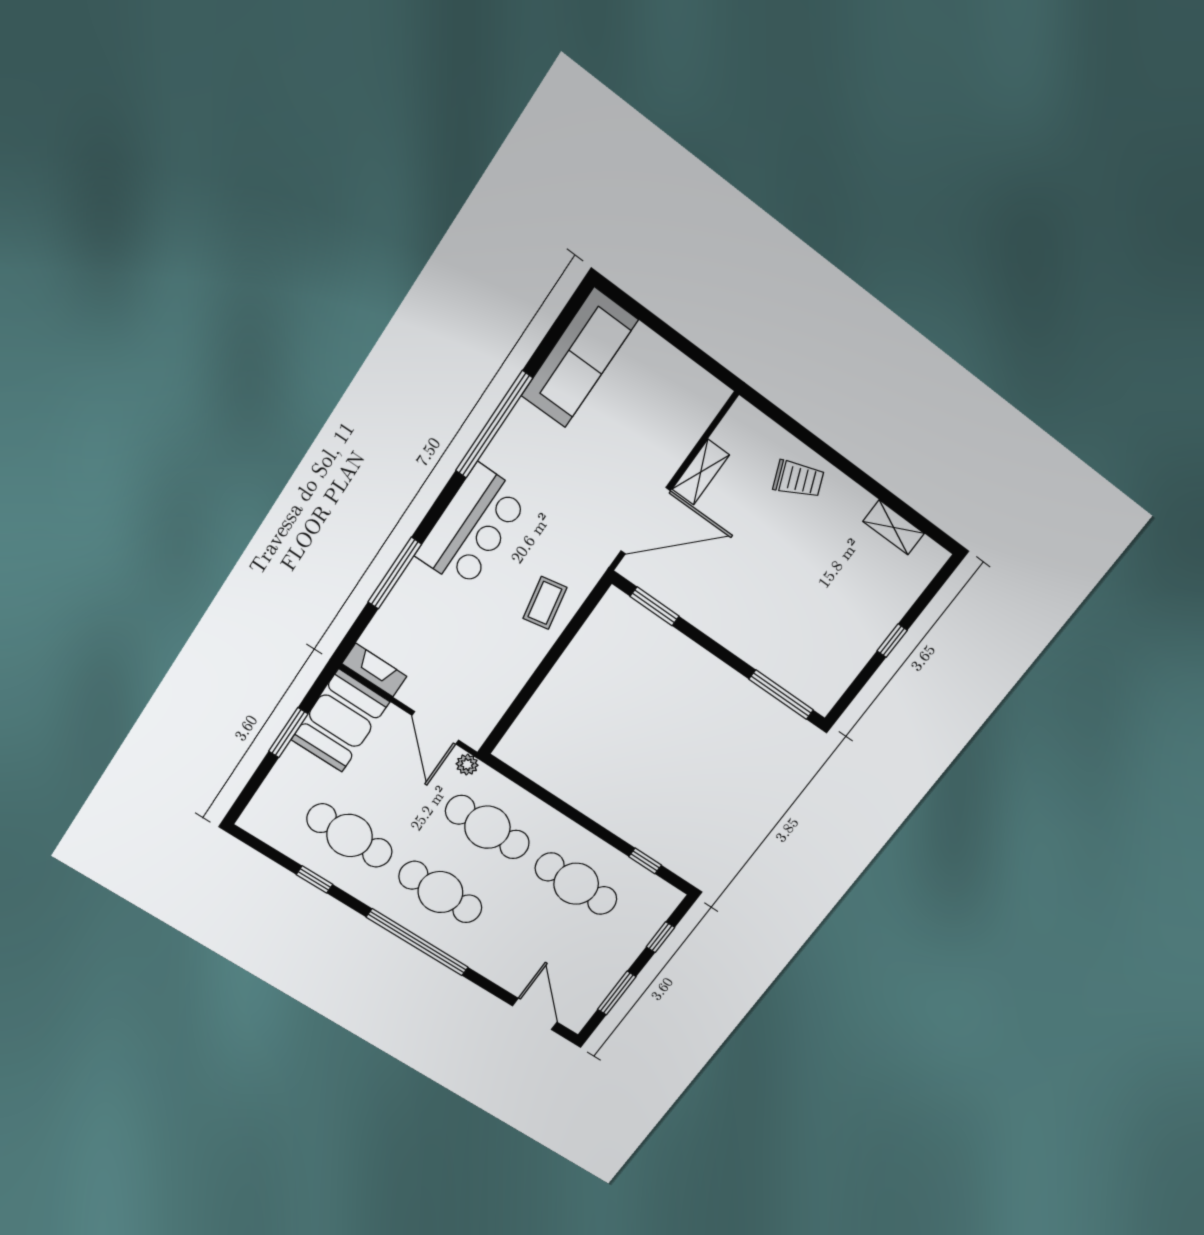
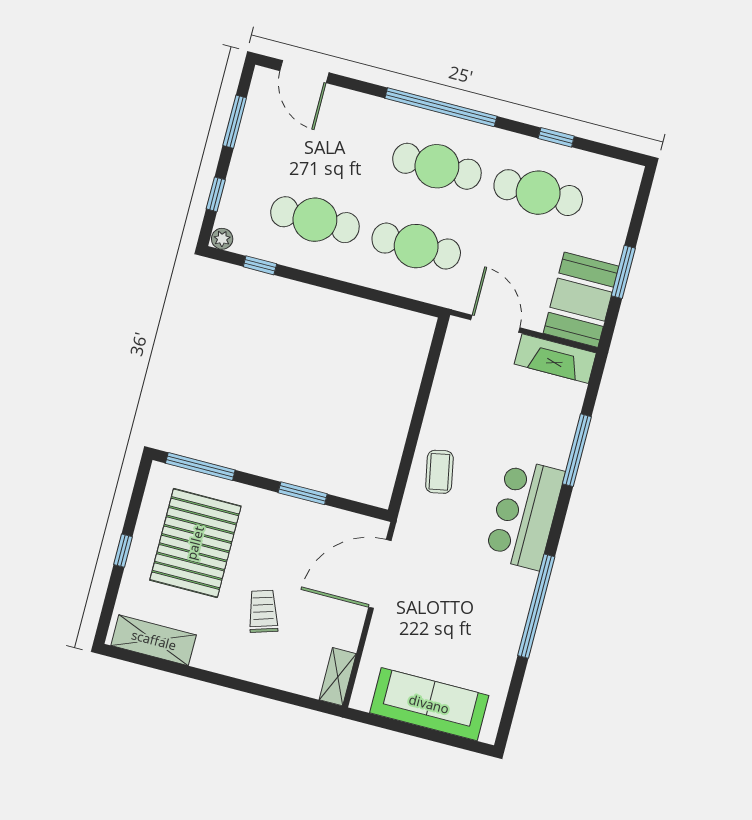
sofa: (579, 358) -> (429, 704), moved, turned 90
shelving: (701, 472) -> (338, 677), moved
trolley: (798, 479) -> (263, 611), moved, turned 96
shelving: (894, 527) -> (154, 640), width x1.50, depth x1.33
window: (655, 606) -> (303, 493), moved
pallet: (818, 622) -> (195, 543), added
fireplace: (374, 670) -> (555, 359), width x1.37, depth x1.32
plant: (467, 765) -> (222, 239), moved

